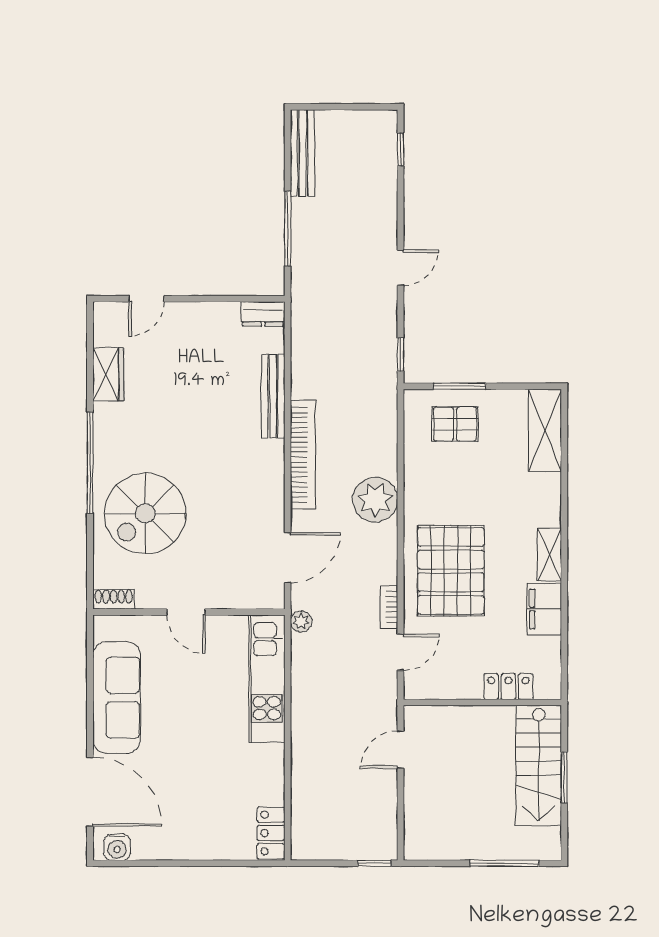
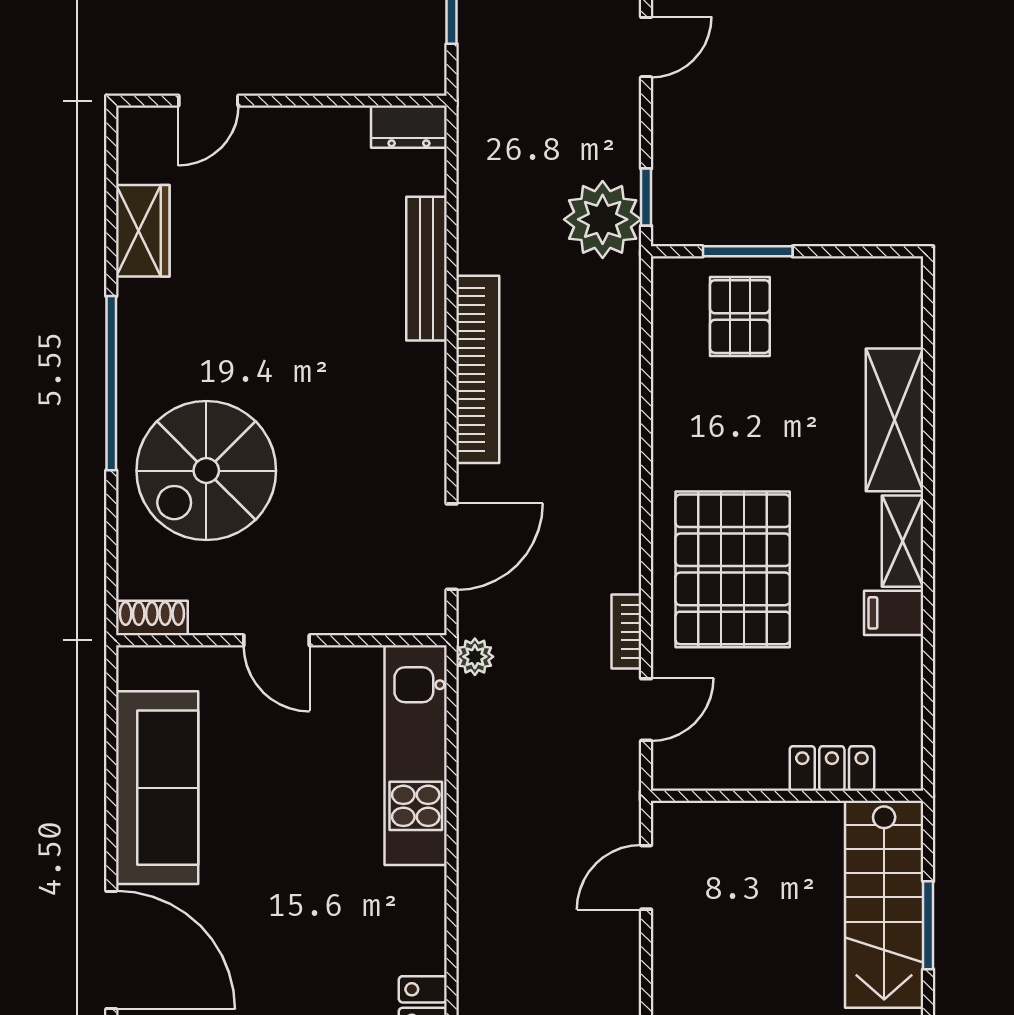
pallet: (455, 424) -> (740, 317), turned 90
shelving: (545, 431) -> (895, 420), moved
plant: (375, 500) -> (603, 219), moved
filing cabinet: (544, 609) -> (894, 613), width x0.50

